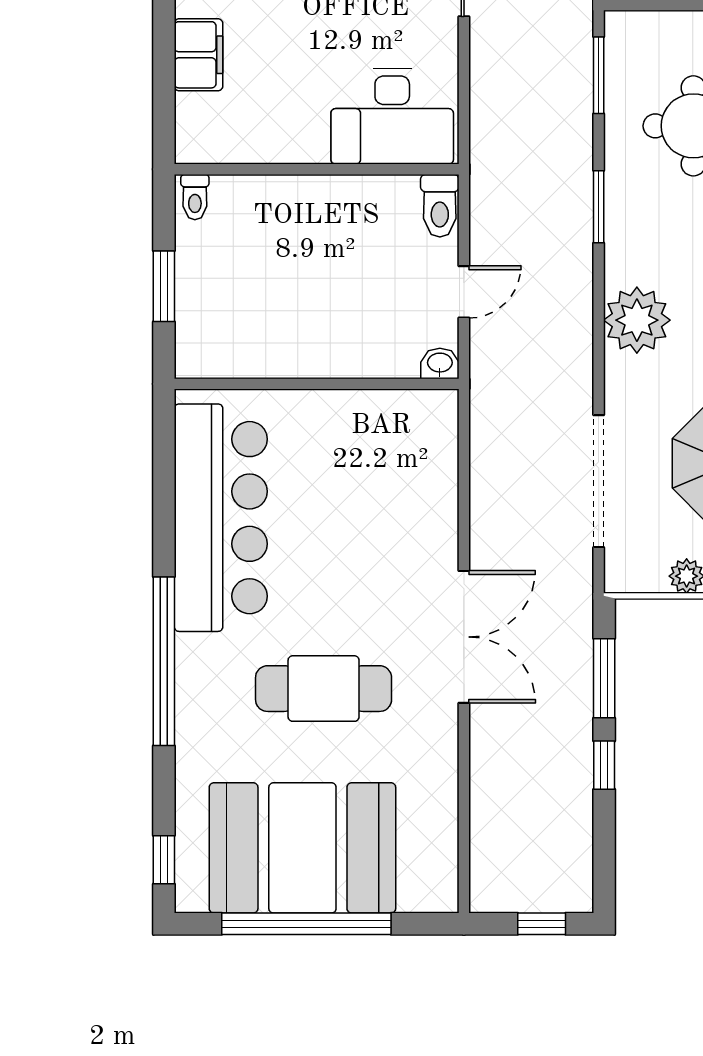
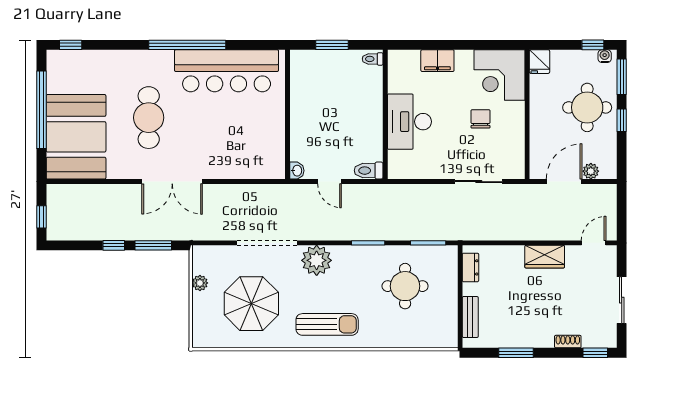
desk: (392, 116) -> (409, 122), moved
doorway: (599, 481) -> (267, 243), moved
window: (164, 661) -> (187, 45), moved
booth: (302, 848) -> (76, 137), moved

